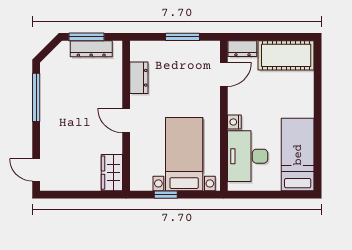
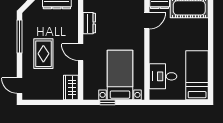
nightstand: (234, 122) -> (154, 53), removed
rug: (71, 123) -> (43, 54), added
desk: (248, 156) -> (163, 76), width x0.73

